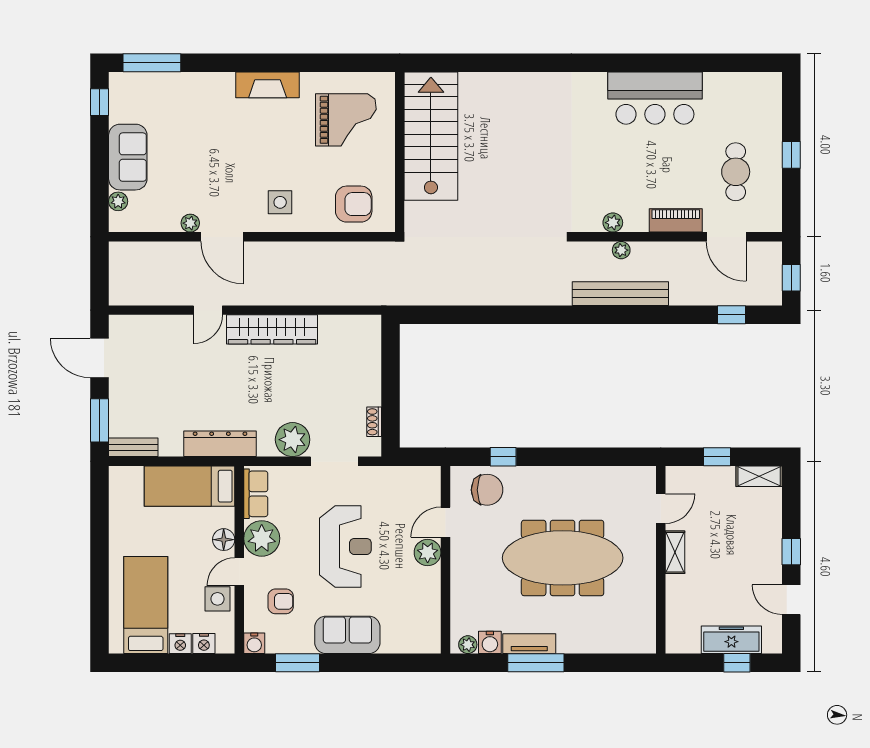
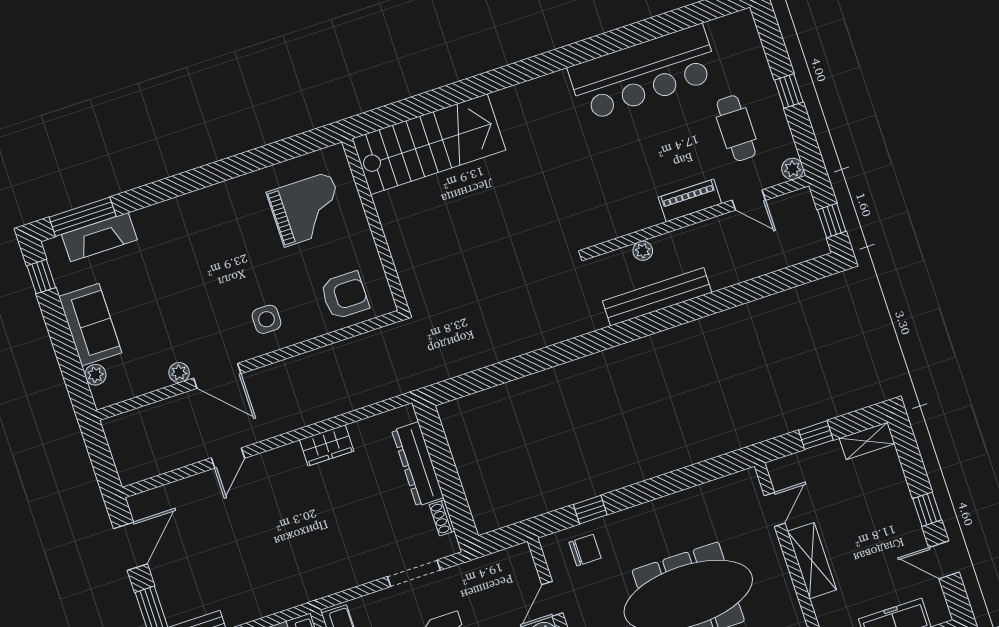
fireplace: (268, 85) -> (99, 237), moved
bar counter: (655, 98) -> (643, 73), width x1.36
stairs: (431, 136) -> (429, 144), moved, turned 90
plant: (613, 223) -> (793, 169), moved
door: (726, 237) -> (749, 200), width x0.73
window: (732, 315) -> (782, 280), removed
wardrobe: (272, 329) -> (327, 445), width x0.48, depth x0.85
door: (100, 358) -> (130, 546), swing flipped
plant: (293, 440) -> (362, 565), removed
dresser: (220, 444) -> (418, 464), moved, turned -90
chair: (487, 490) -> (585, 550), width x0.73, depth x0.73
shelving: (675, 552) -> (812, 561), width x1.50, depth x1.33

